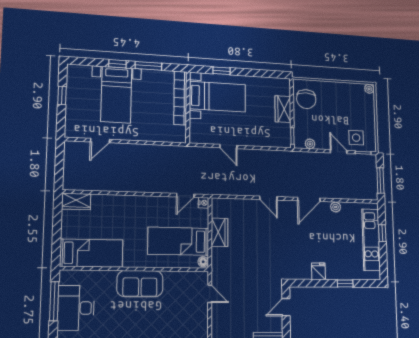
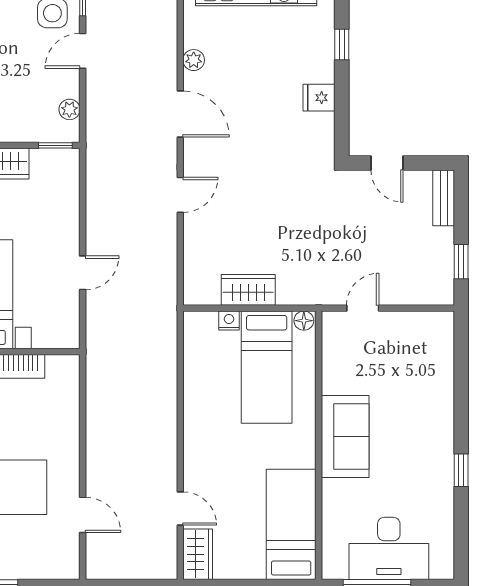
door: (185, 195) -> (180, 509), moved
nightstand: (204, 203) -> (229, 321), moved

